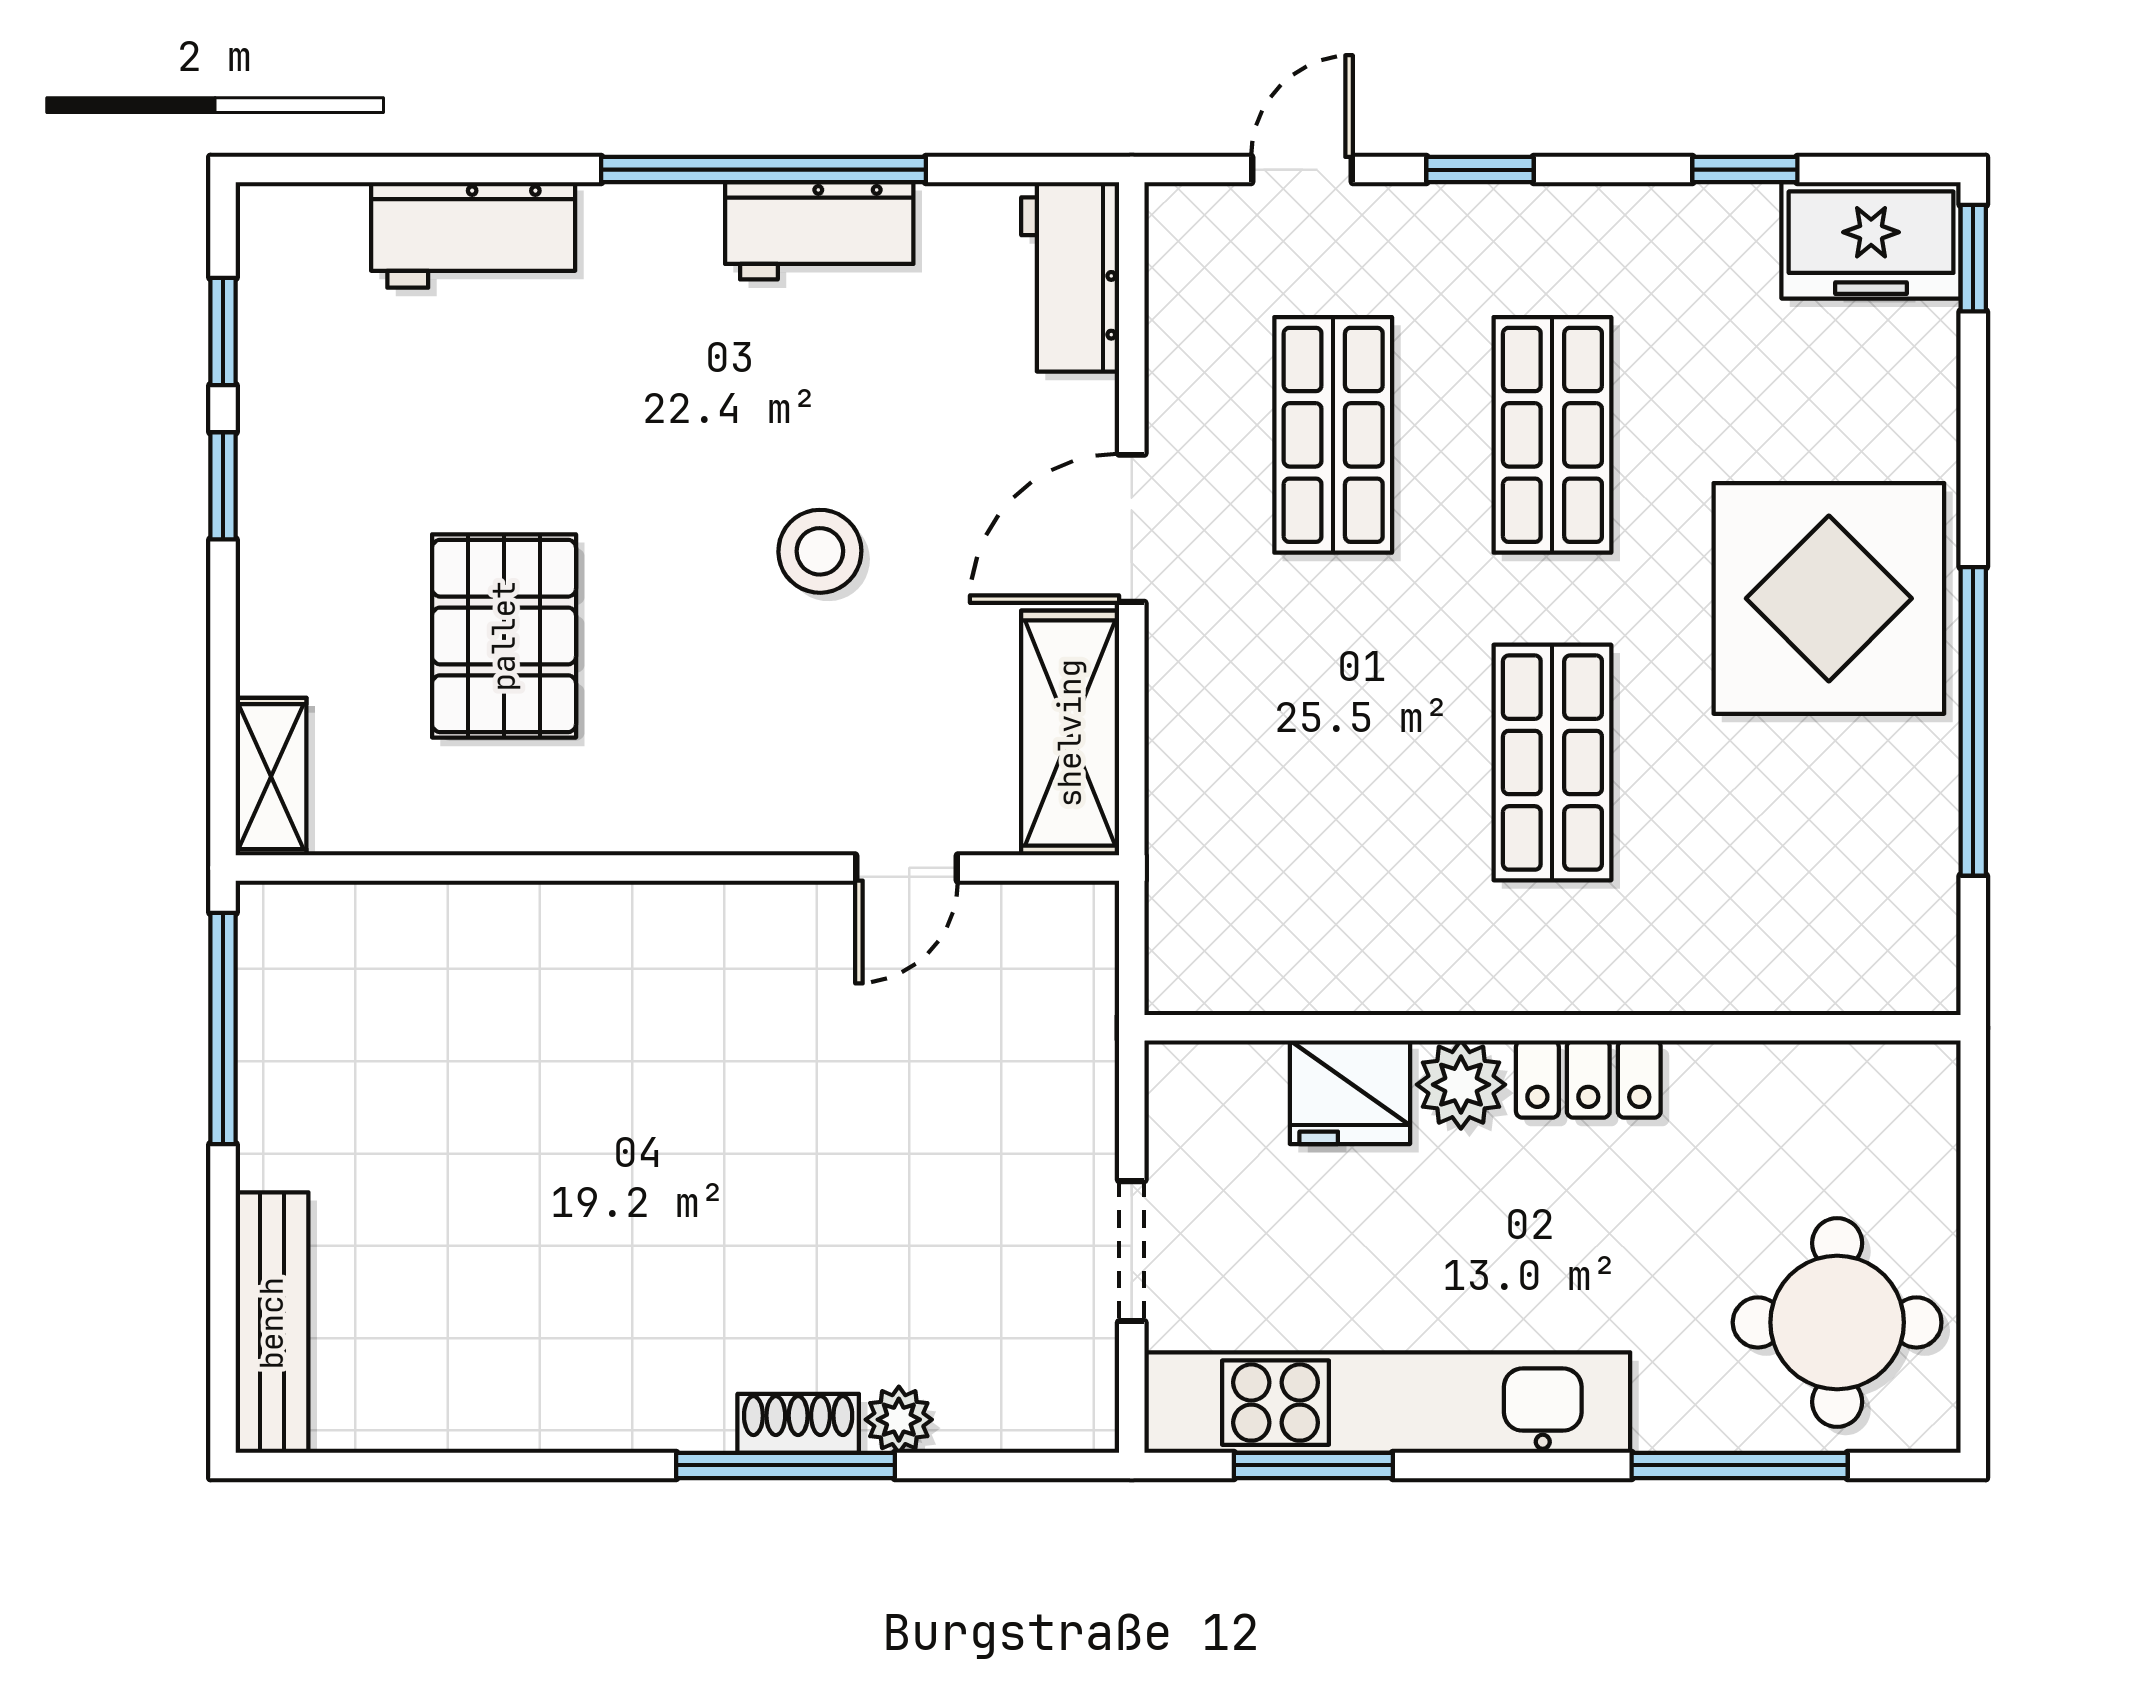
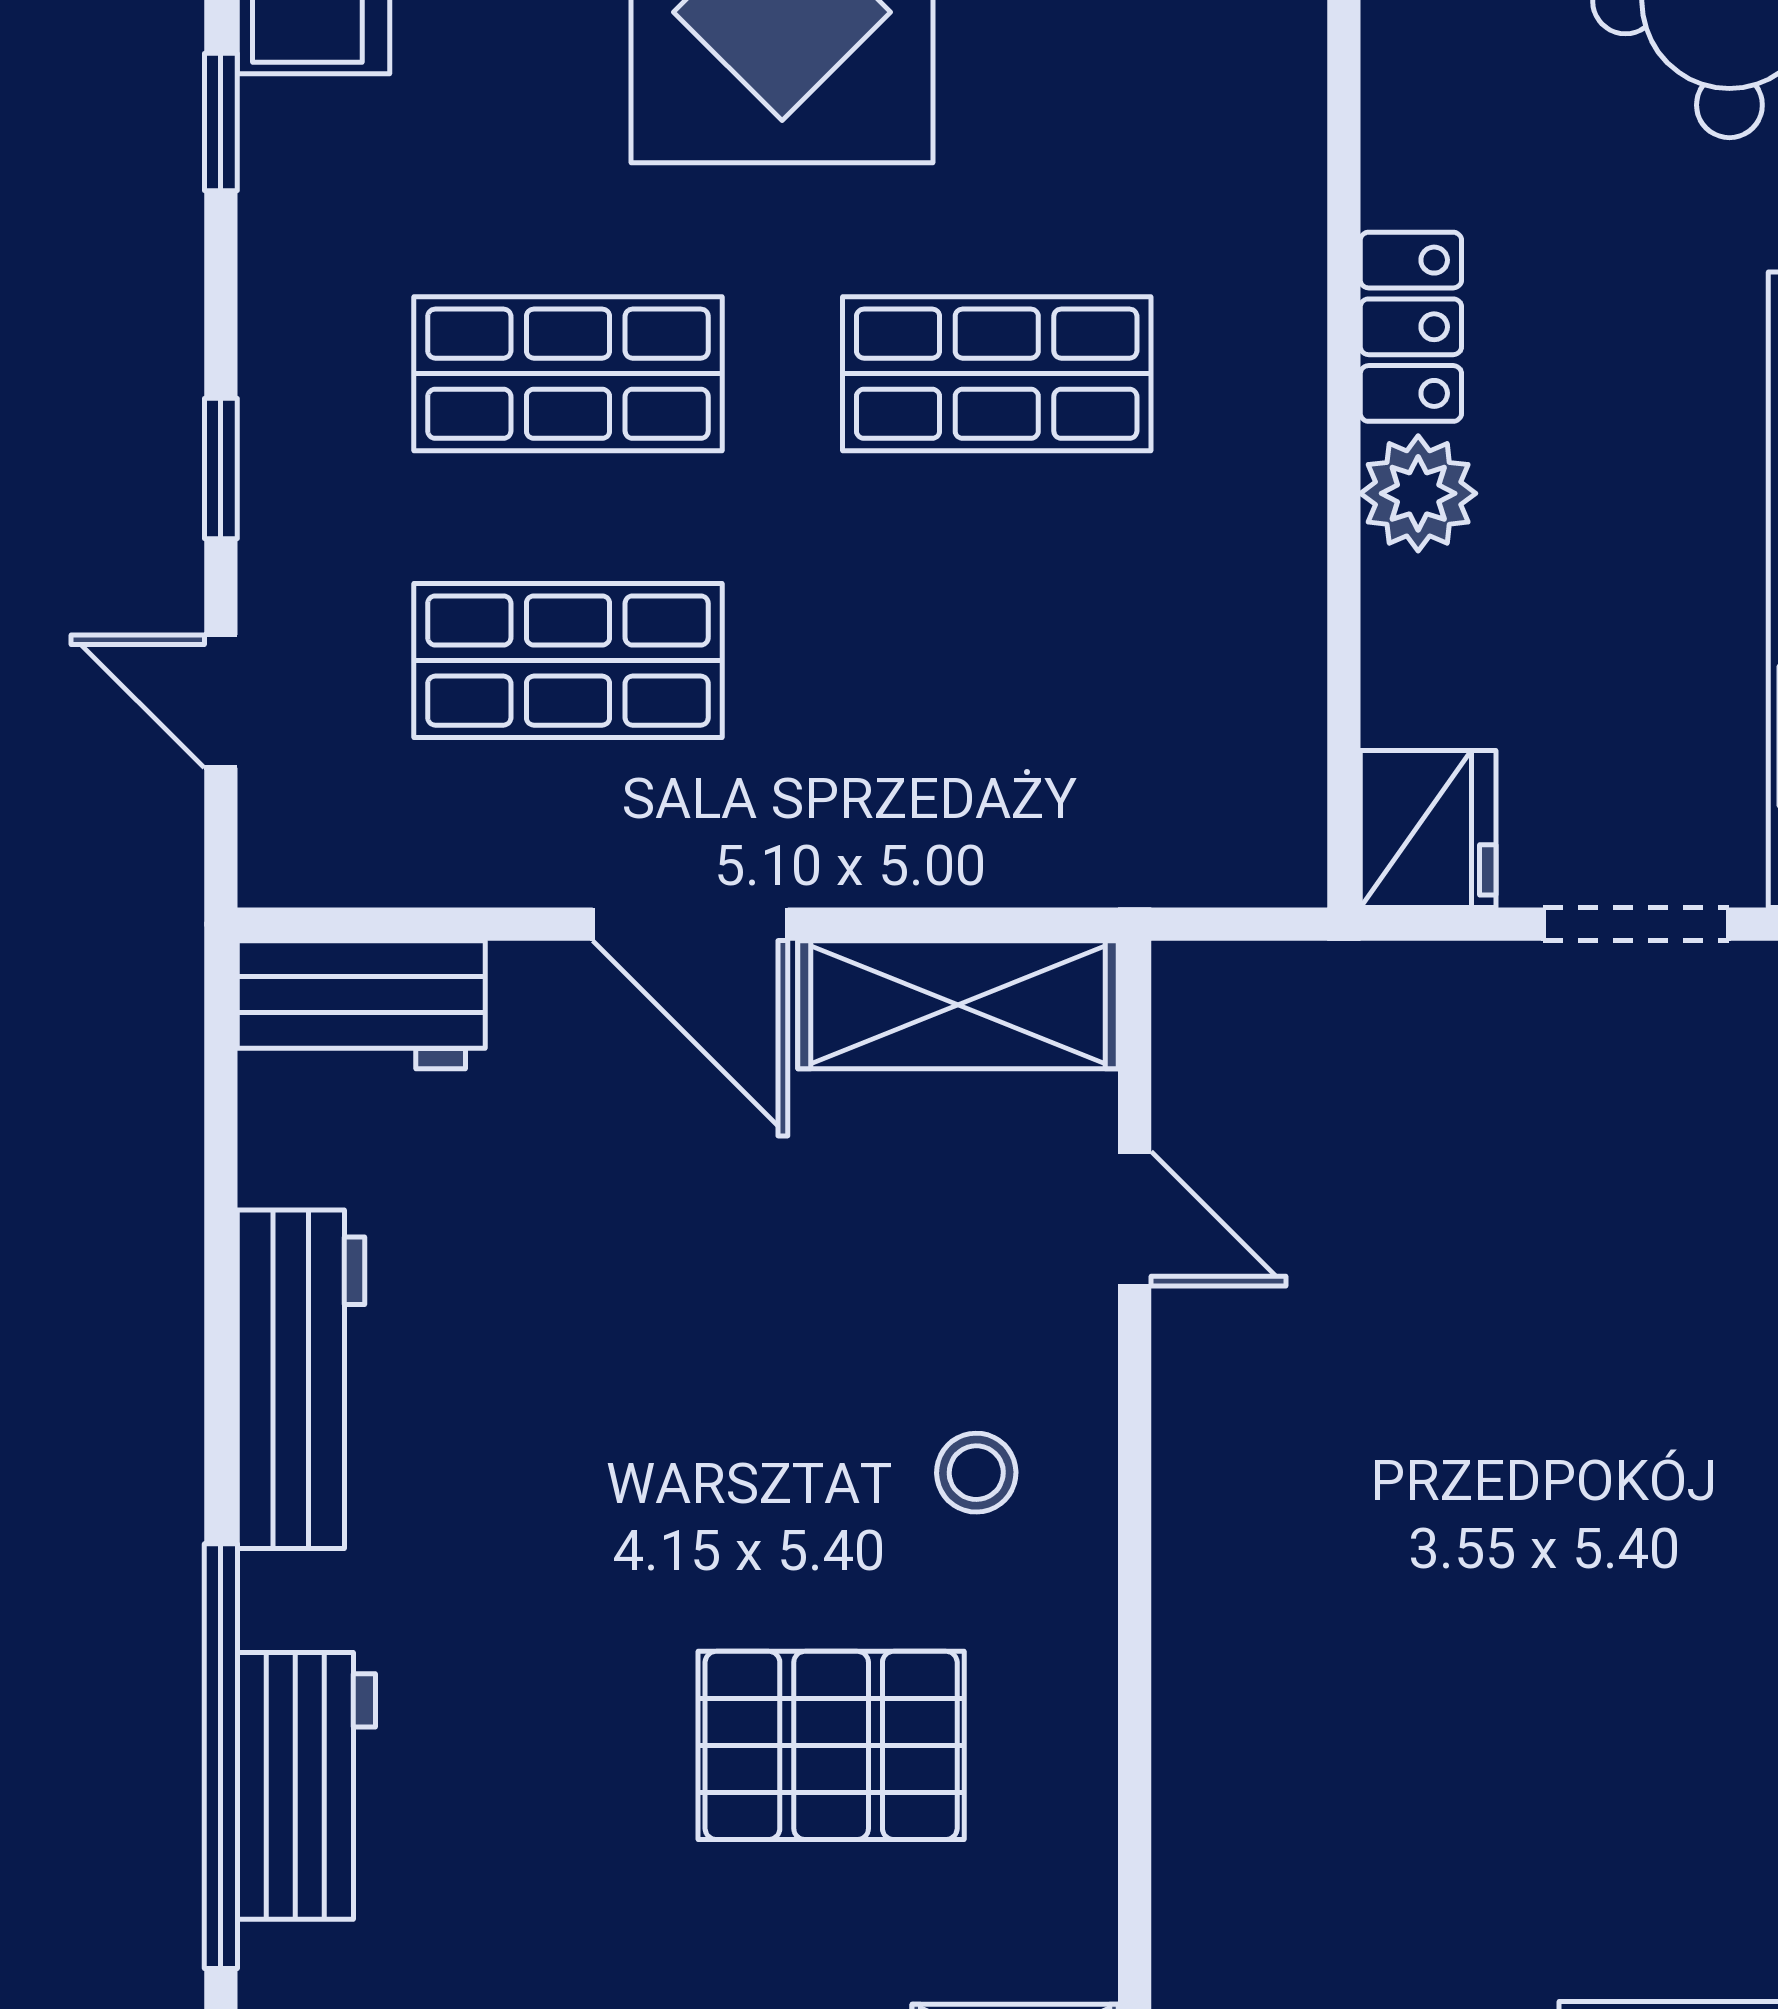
window: (763, 170) -> (221, 1756), moved
workbench: (819, 231) -> (301, 1379), width x1.38
stool: (820, 551) -> (976, 1473), moved, width x0.73, depth x0.73
fridge: (1350, 1092) -> (1428, 829), moved

